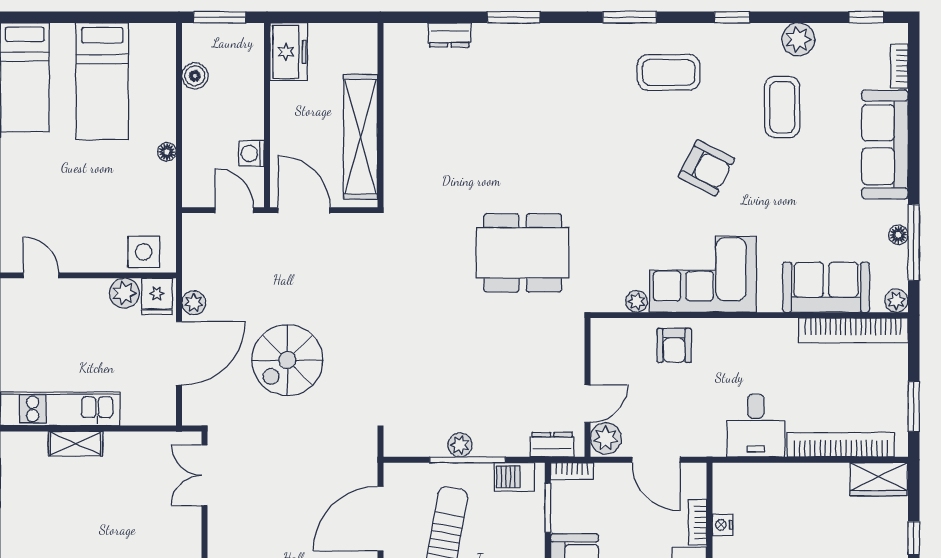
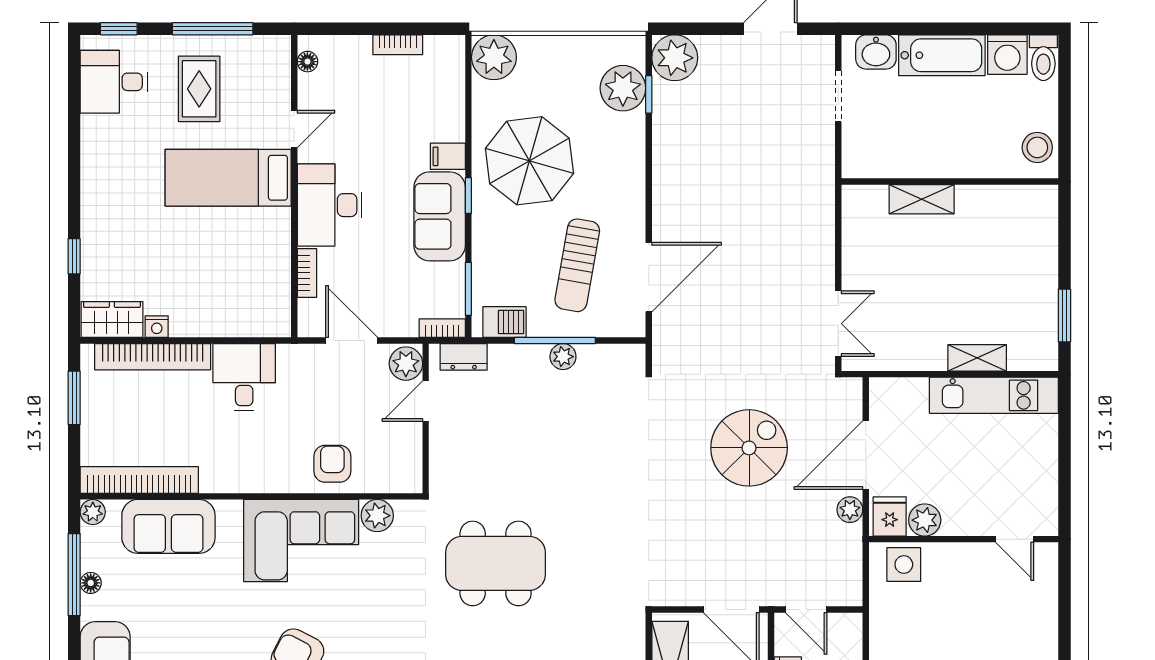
plant: (637, 301) -> (377, 516), width x1.38, depth x1.38
nightstand: (722, 525) -> (157, 327), moved, turned 90

